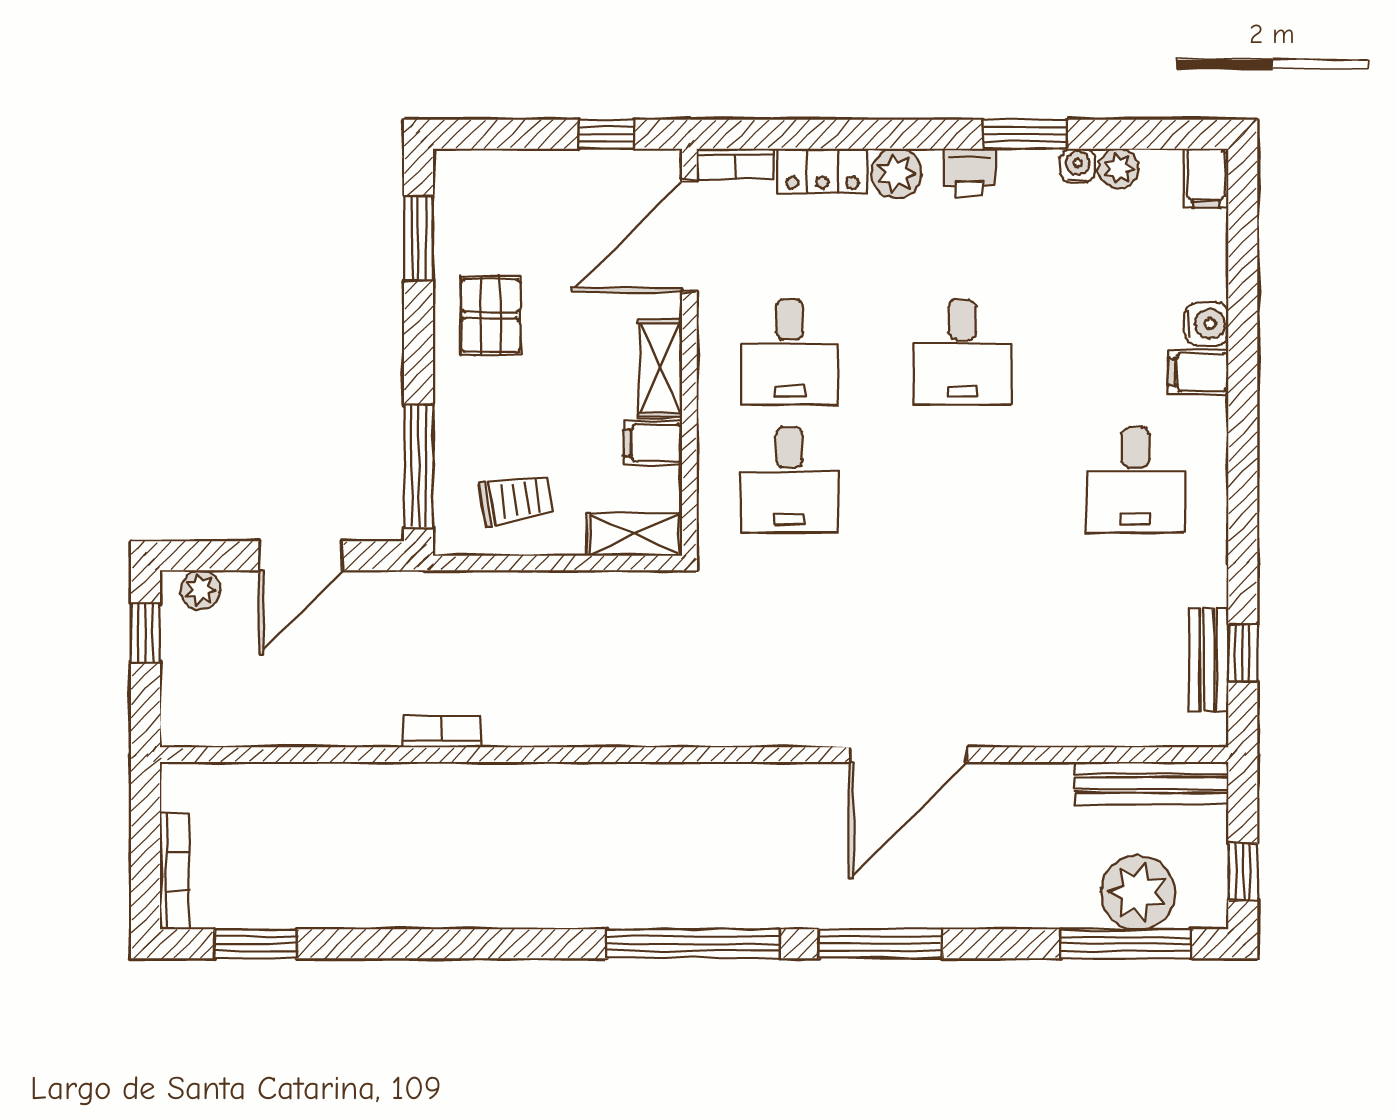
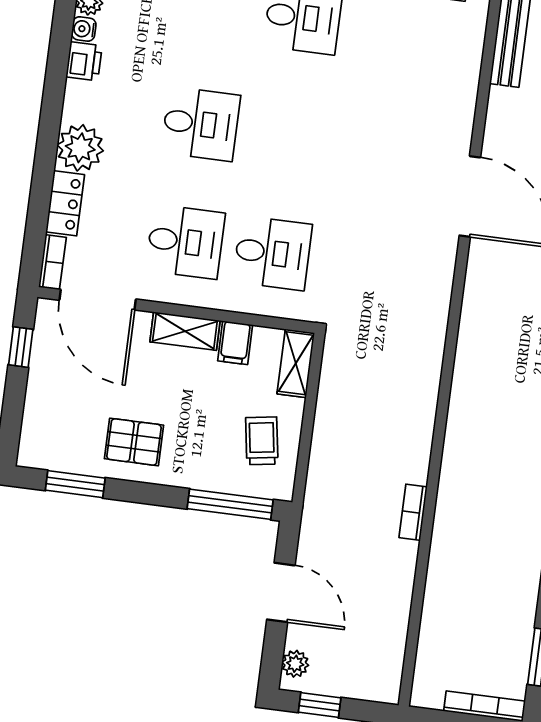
window: (1025, 134) -> (58, 62), removed
printer: (969, 172) -> (84, 61), moved
plant: (896, 174) -> (80, 148), width x1.36, depth x1.36

